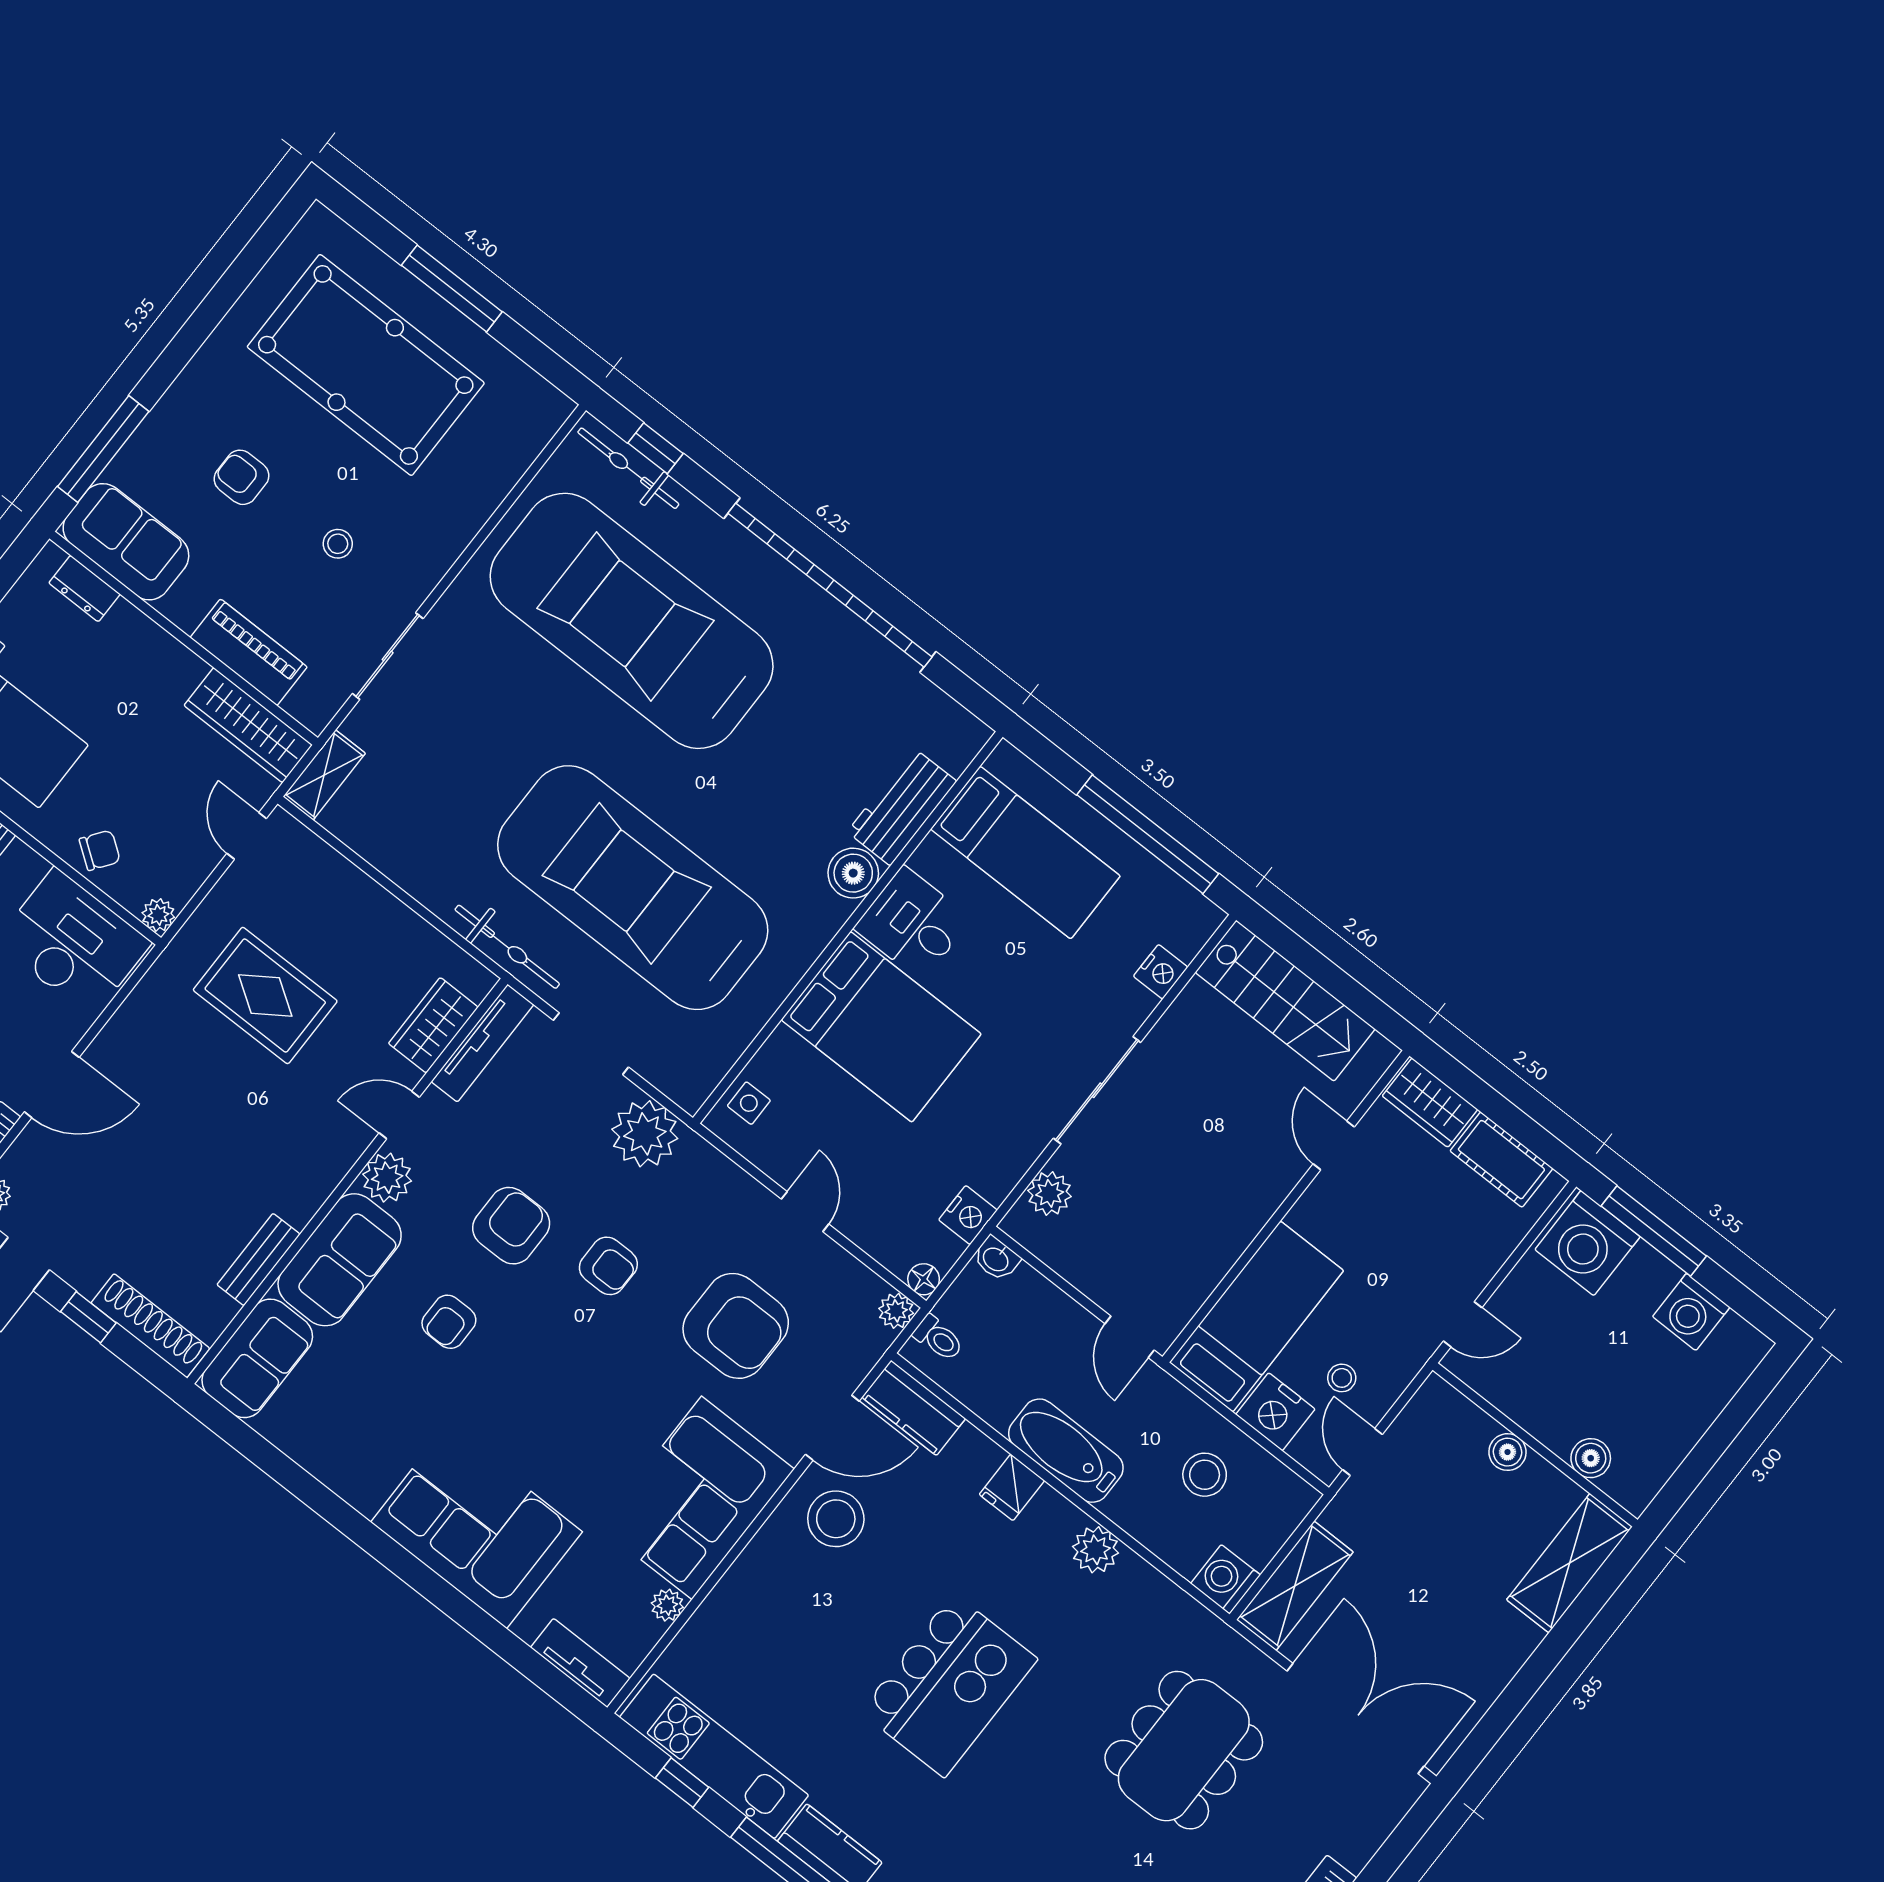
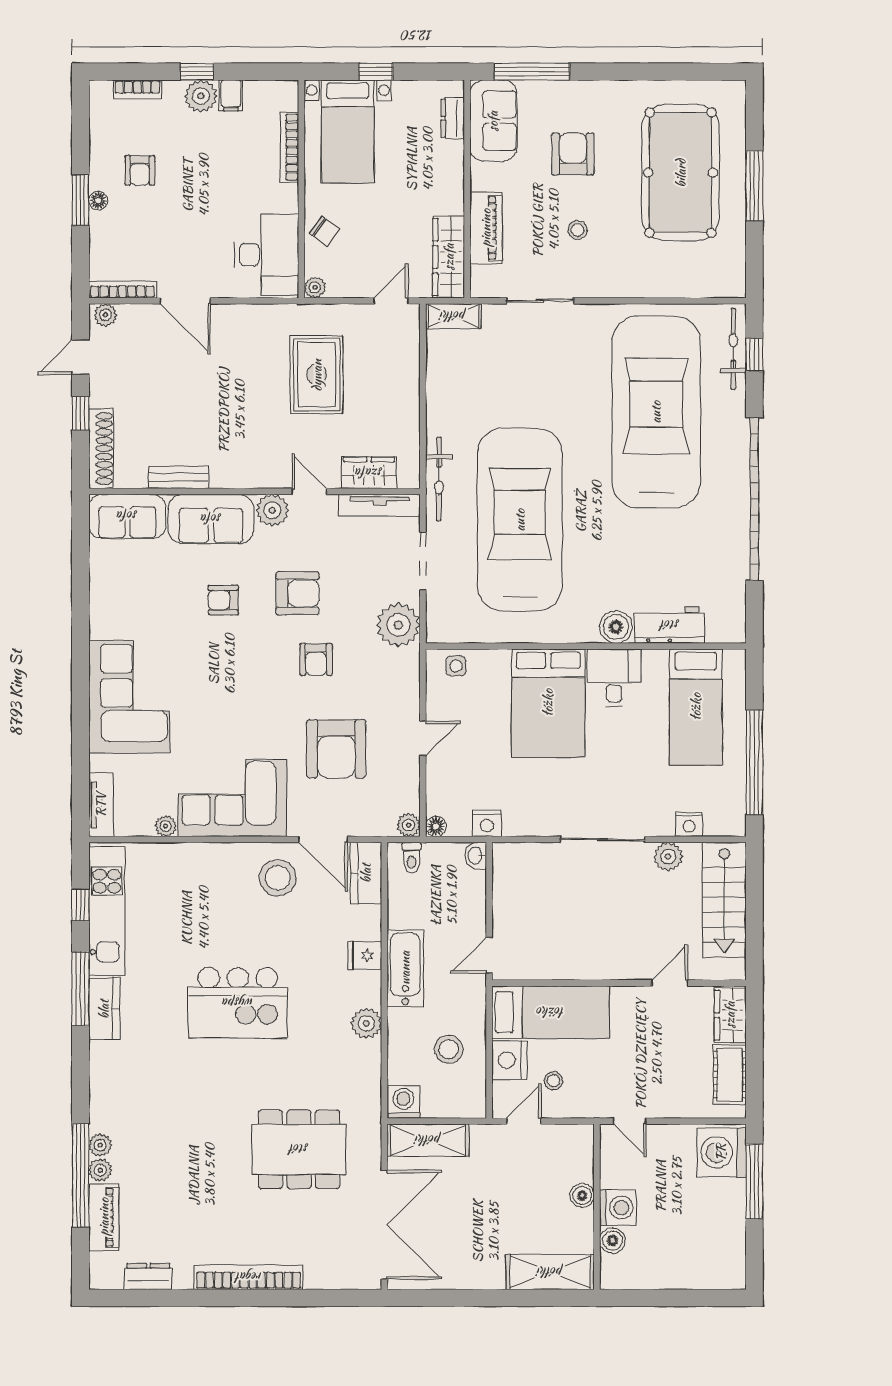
armchair: (242, 477) -> (573, 154), width x1.38, depth x1.38
plant: (1050, 1193) -> (668, 857), moved
washing machine: (1691, 1312) -> (618, 1208), moved, turned 180

